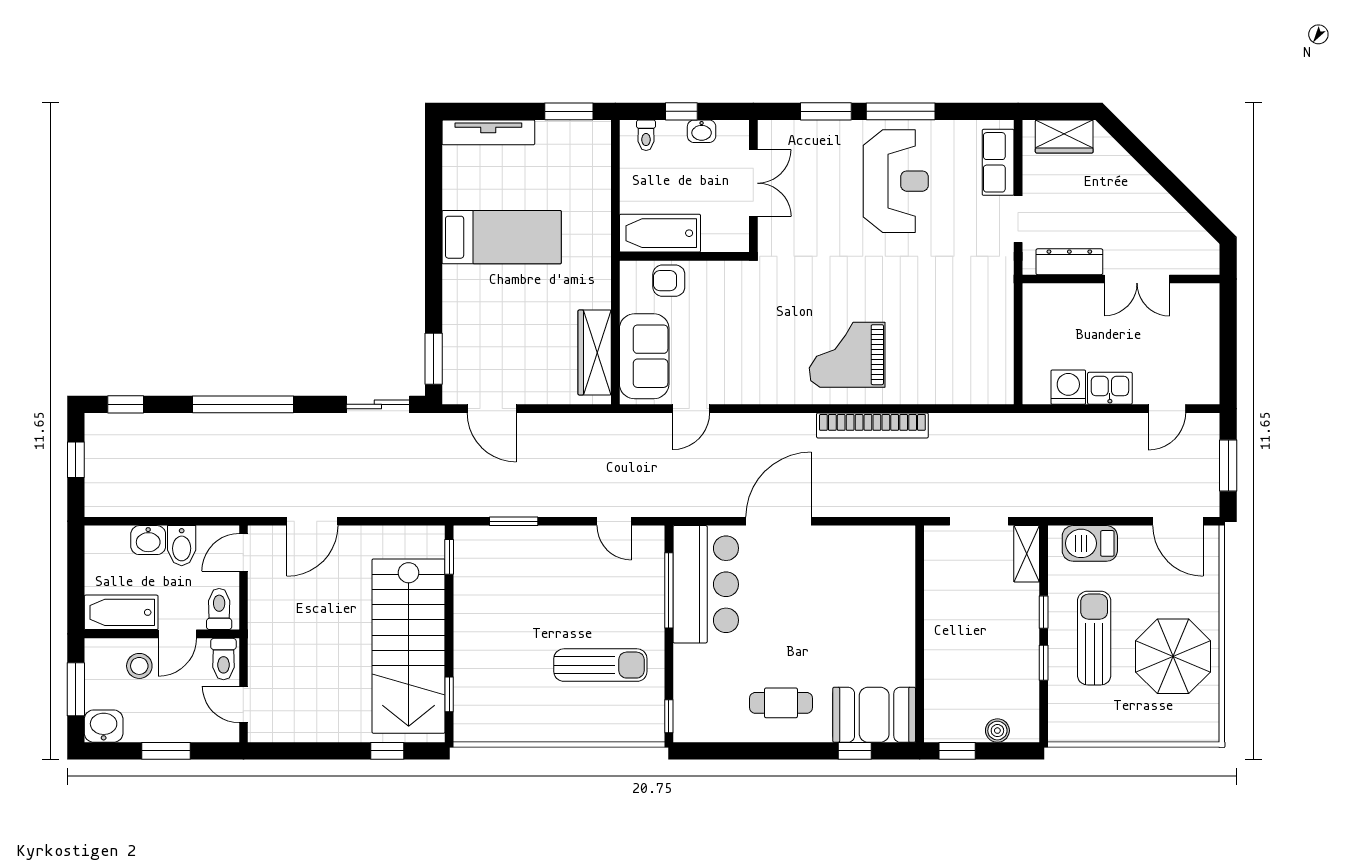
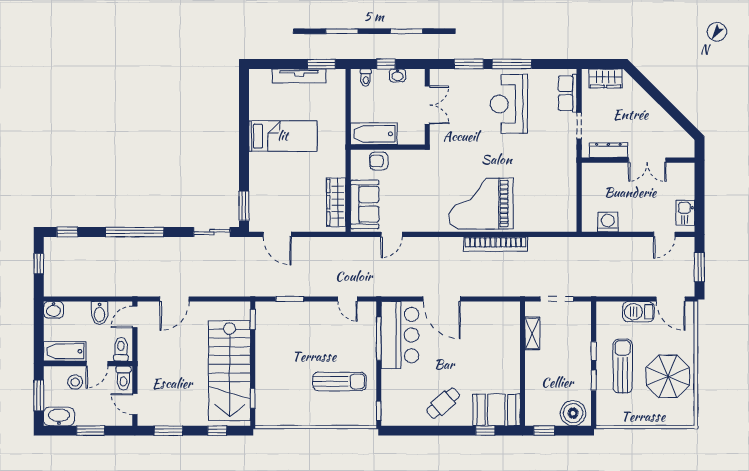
tv unit: (488, 132) -> (299, 76), moved
reception desk: (896, 181) -> (509, 104), turned 180
grand piano: (847, 355) -> (481, 204), width x1.37, depth x1.48
kitchen sink: (1110, 388) -> (685, 213), moved, turned -90
door: (779, 521) -> (442, 299), swing flipped
washbasin: (148, 540) -> (54, 310), moved
barbecue: (1090, 543) -> (638, 312), moved
shelving: (1027, 554) -> (532, 333), moved
cafe table: (781, 703) -> (443, 403), turned -41
washbasin: (104, 726) -> (59, 416), width x1.38
boiler: (997, 731) -> (573, 413), width x1.86, depth x1.86
window: (302, 751) -> (168, 431), added

